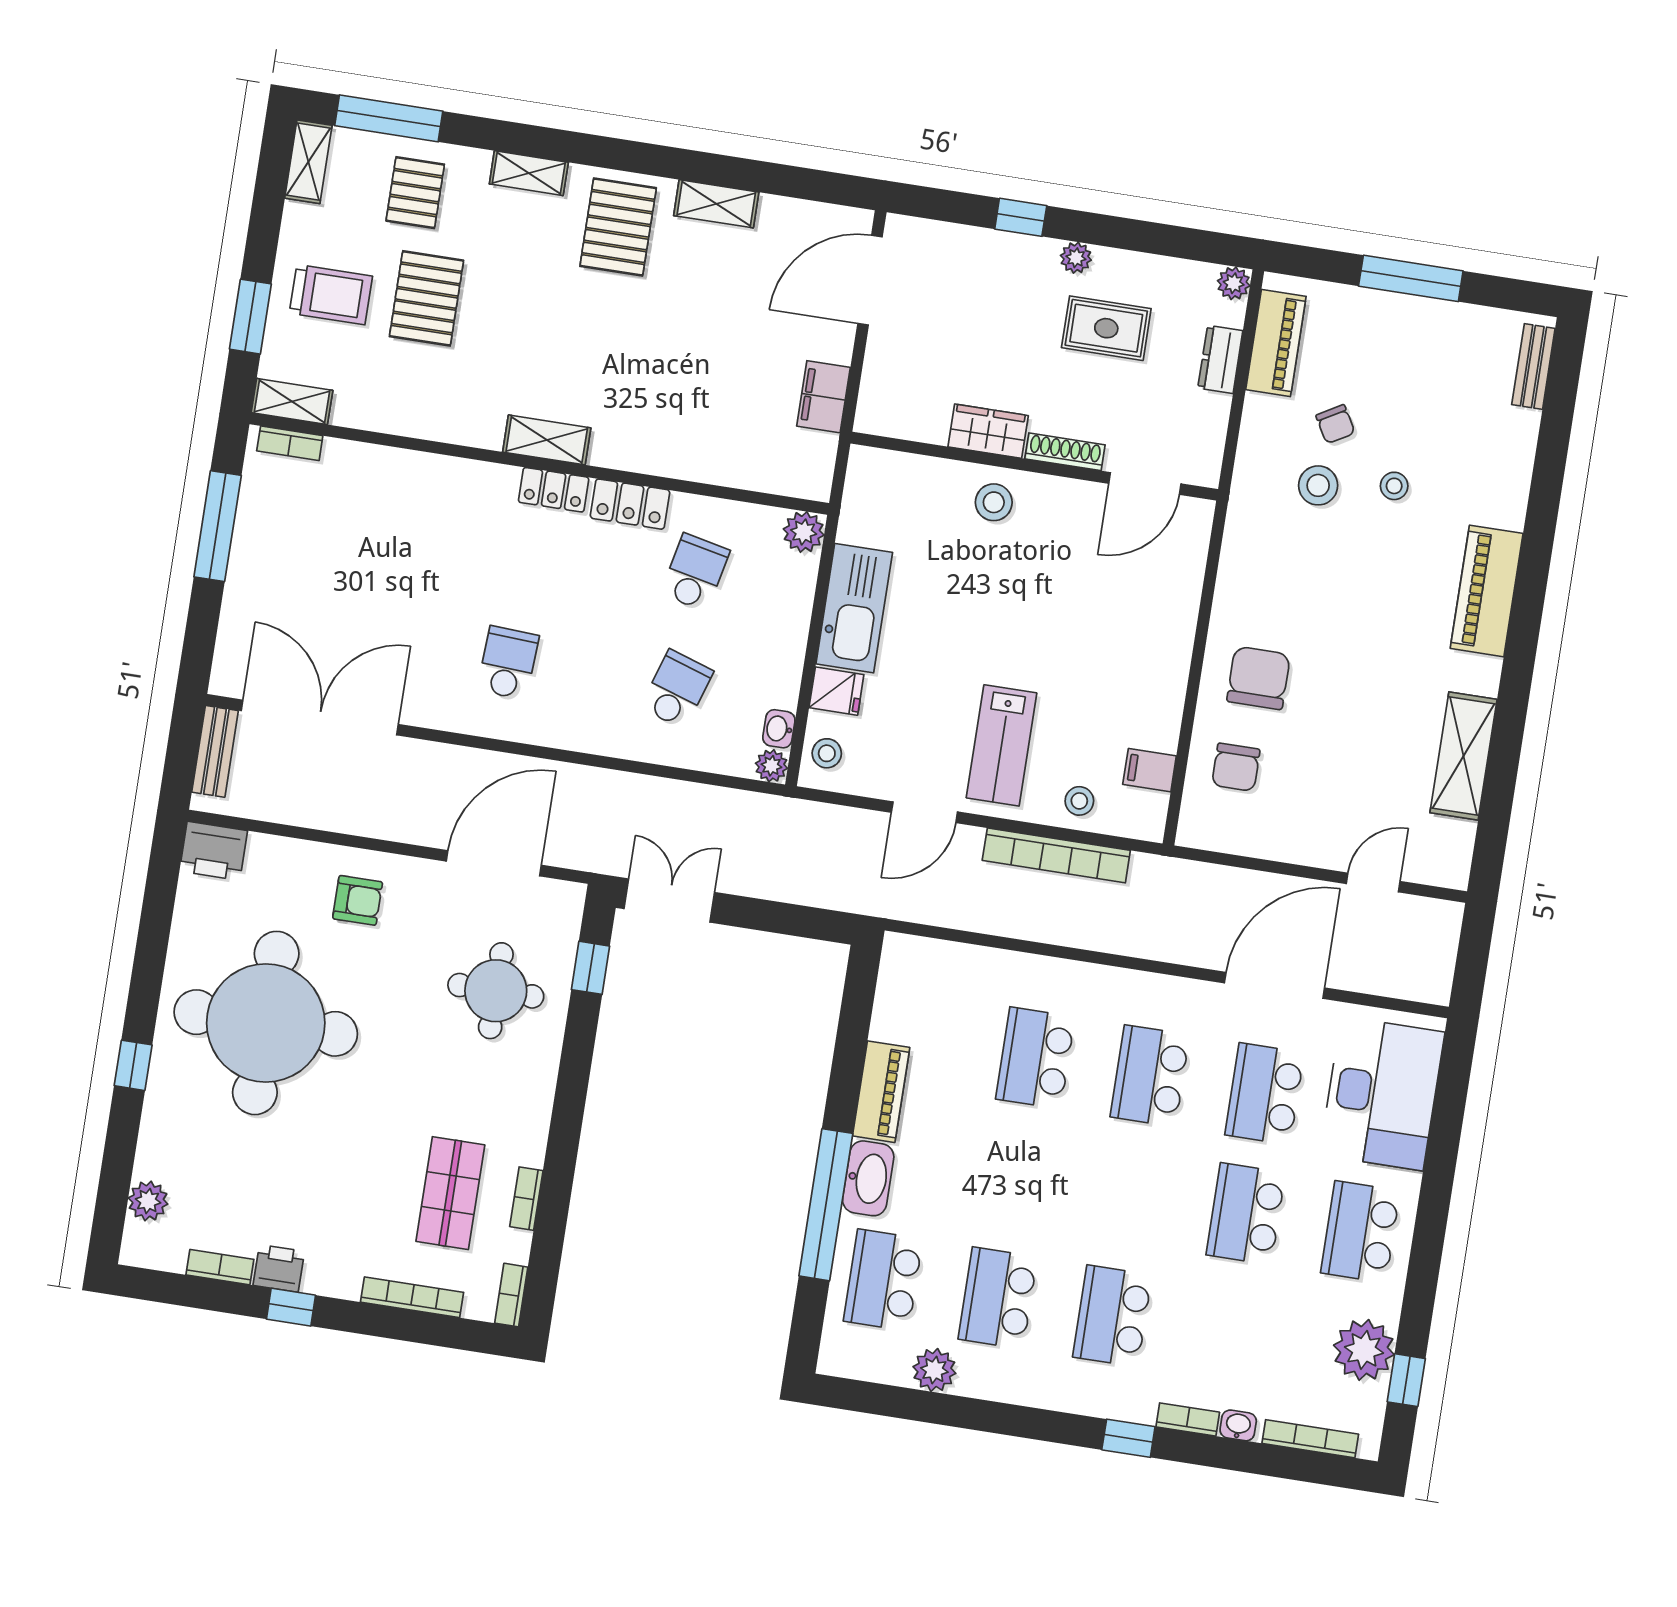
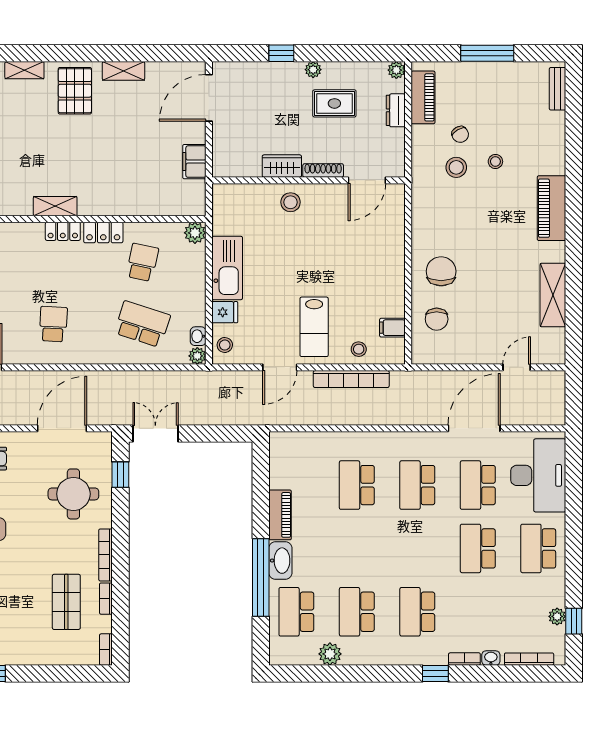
school desk: (677, 689) -> (142, 324), width x1.85
bookcase: (412, 1297) -> (106, 555), moved, turned -90
plant: (1364, 1350) -> (557, 616), width x0.53, depth x0.53

